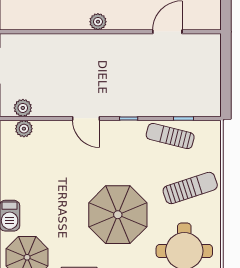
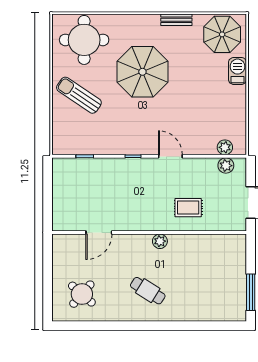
rug: (66, 60) -> (188, 208), added
sun lounger: (170, 136) -> (97, 141), removed
sun lounger: (190, 188) -> (79, 95), turned 52

